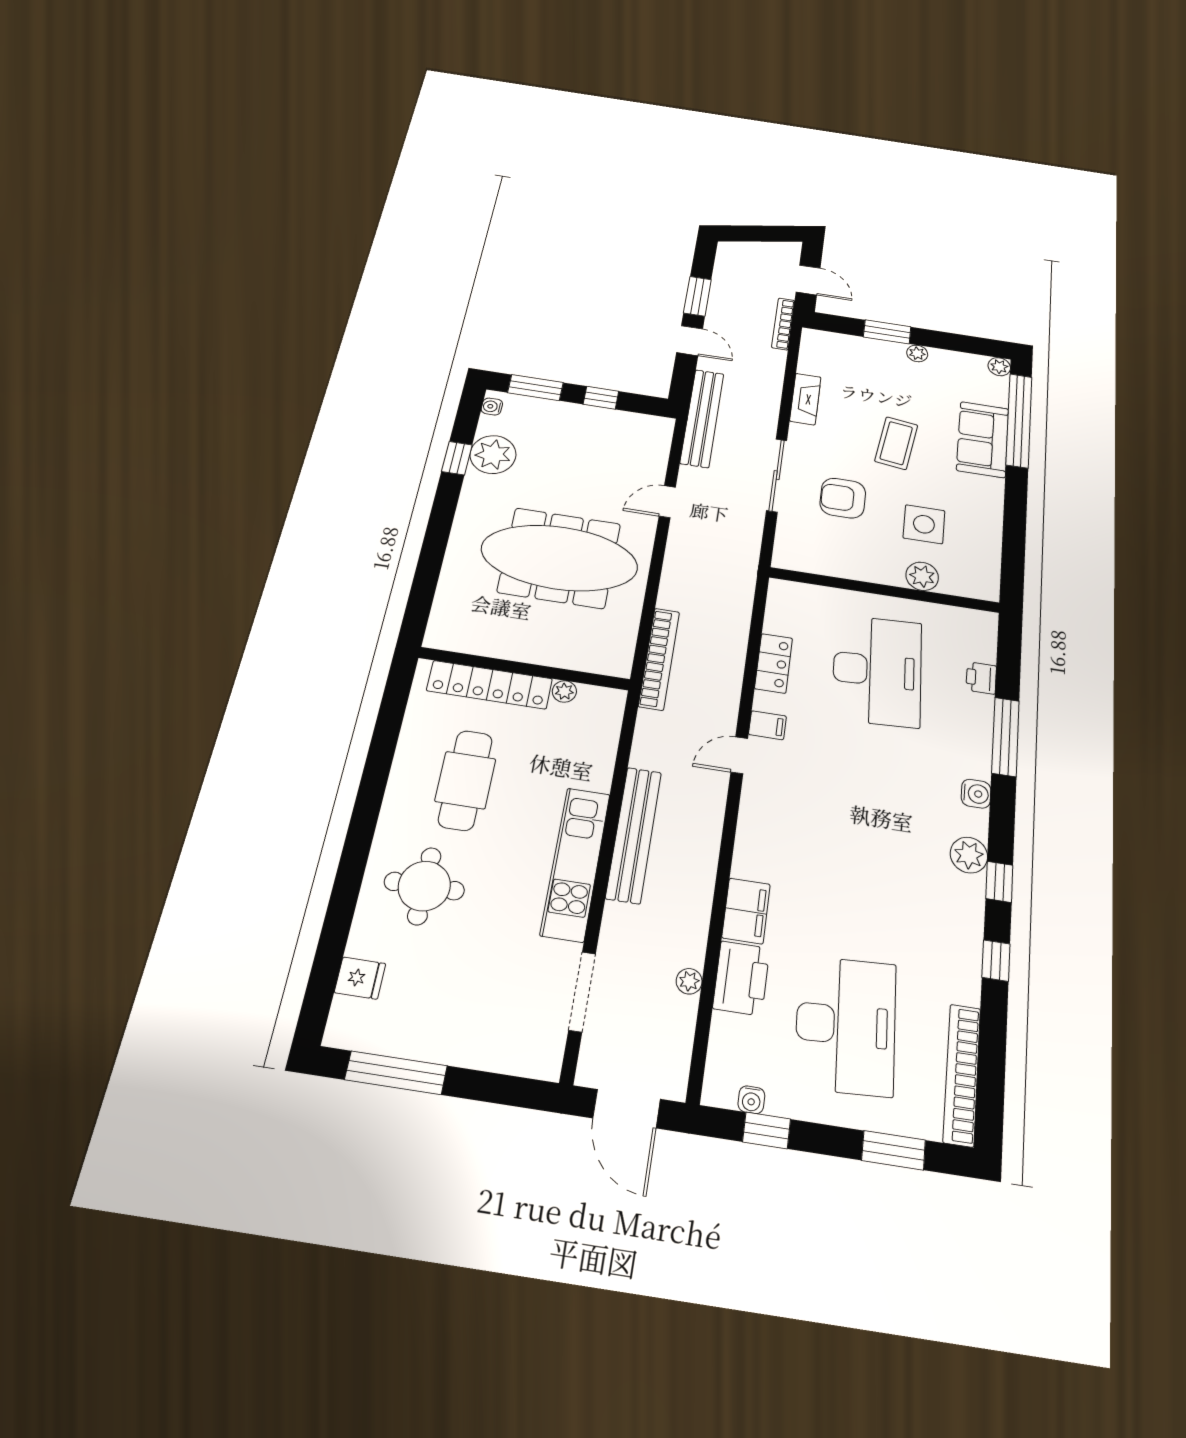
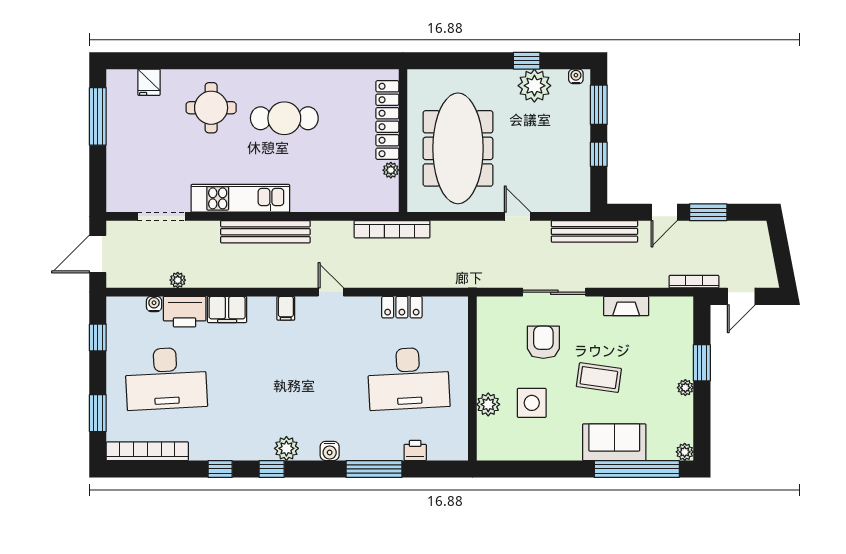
wall: (524, 669) -> (403, 141), moved
locker: (490, 685) -> (387, 120), moved
plant: (564, 691) -> (391, 170), moved
filing cabinet: (767, 725) -> (286, 308), moved
water cooler: (751, 1100) -> (154, 304), moved, turned 90

